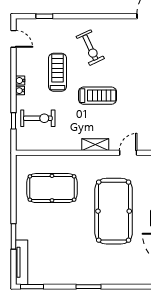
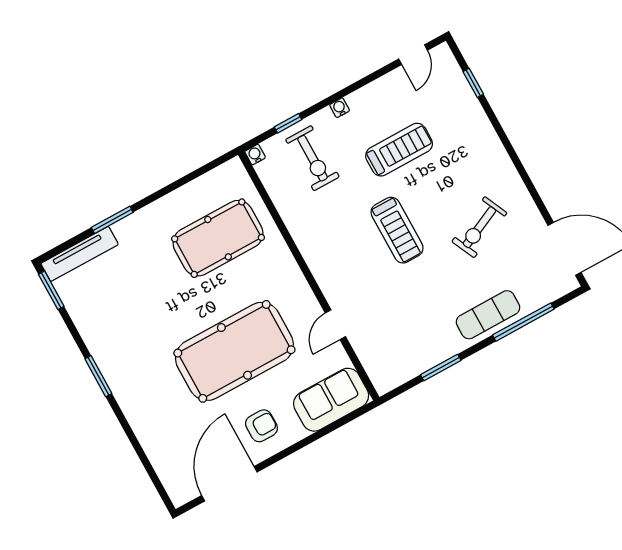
exercise bike: (90, 48) -> (479, 227), moved
water cooler: (20, 81) -> (255, 155), moved
shelving: (95, 145) -> (320, 268), removed
door: (128, 153) -> (335, 325), swing flipped
pool table: (52, 188) -> (218, 238), turned 90

